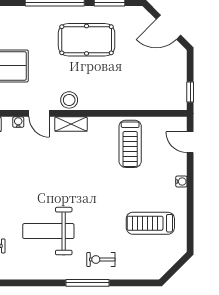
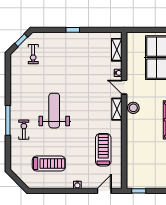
door: (39, 113) -> (124, 87), hinge flipped
treadmill: (130, 144) -> (103, 150), turned 90
treadmill: (150, 223) -> (49, 164), turned 90
weight bench: (48, 231) -> (54, 111), moved

